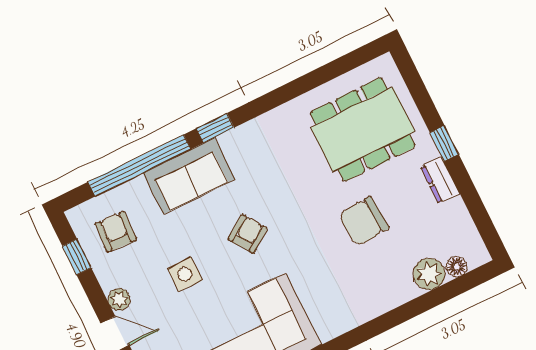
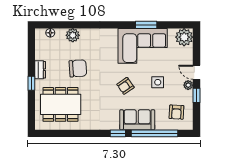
window: (77, 257) -> (197, 95), moved
plant: (429, 274) -> (73, 35), moved

